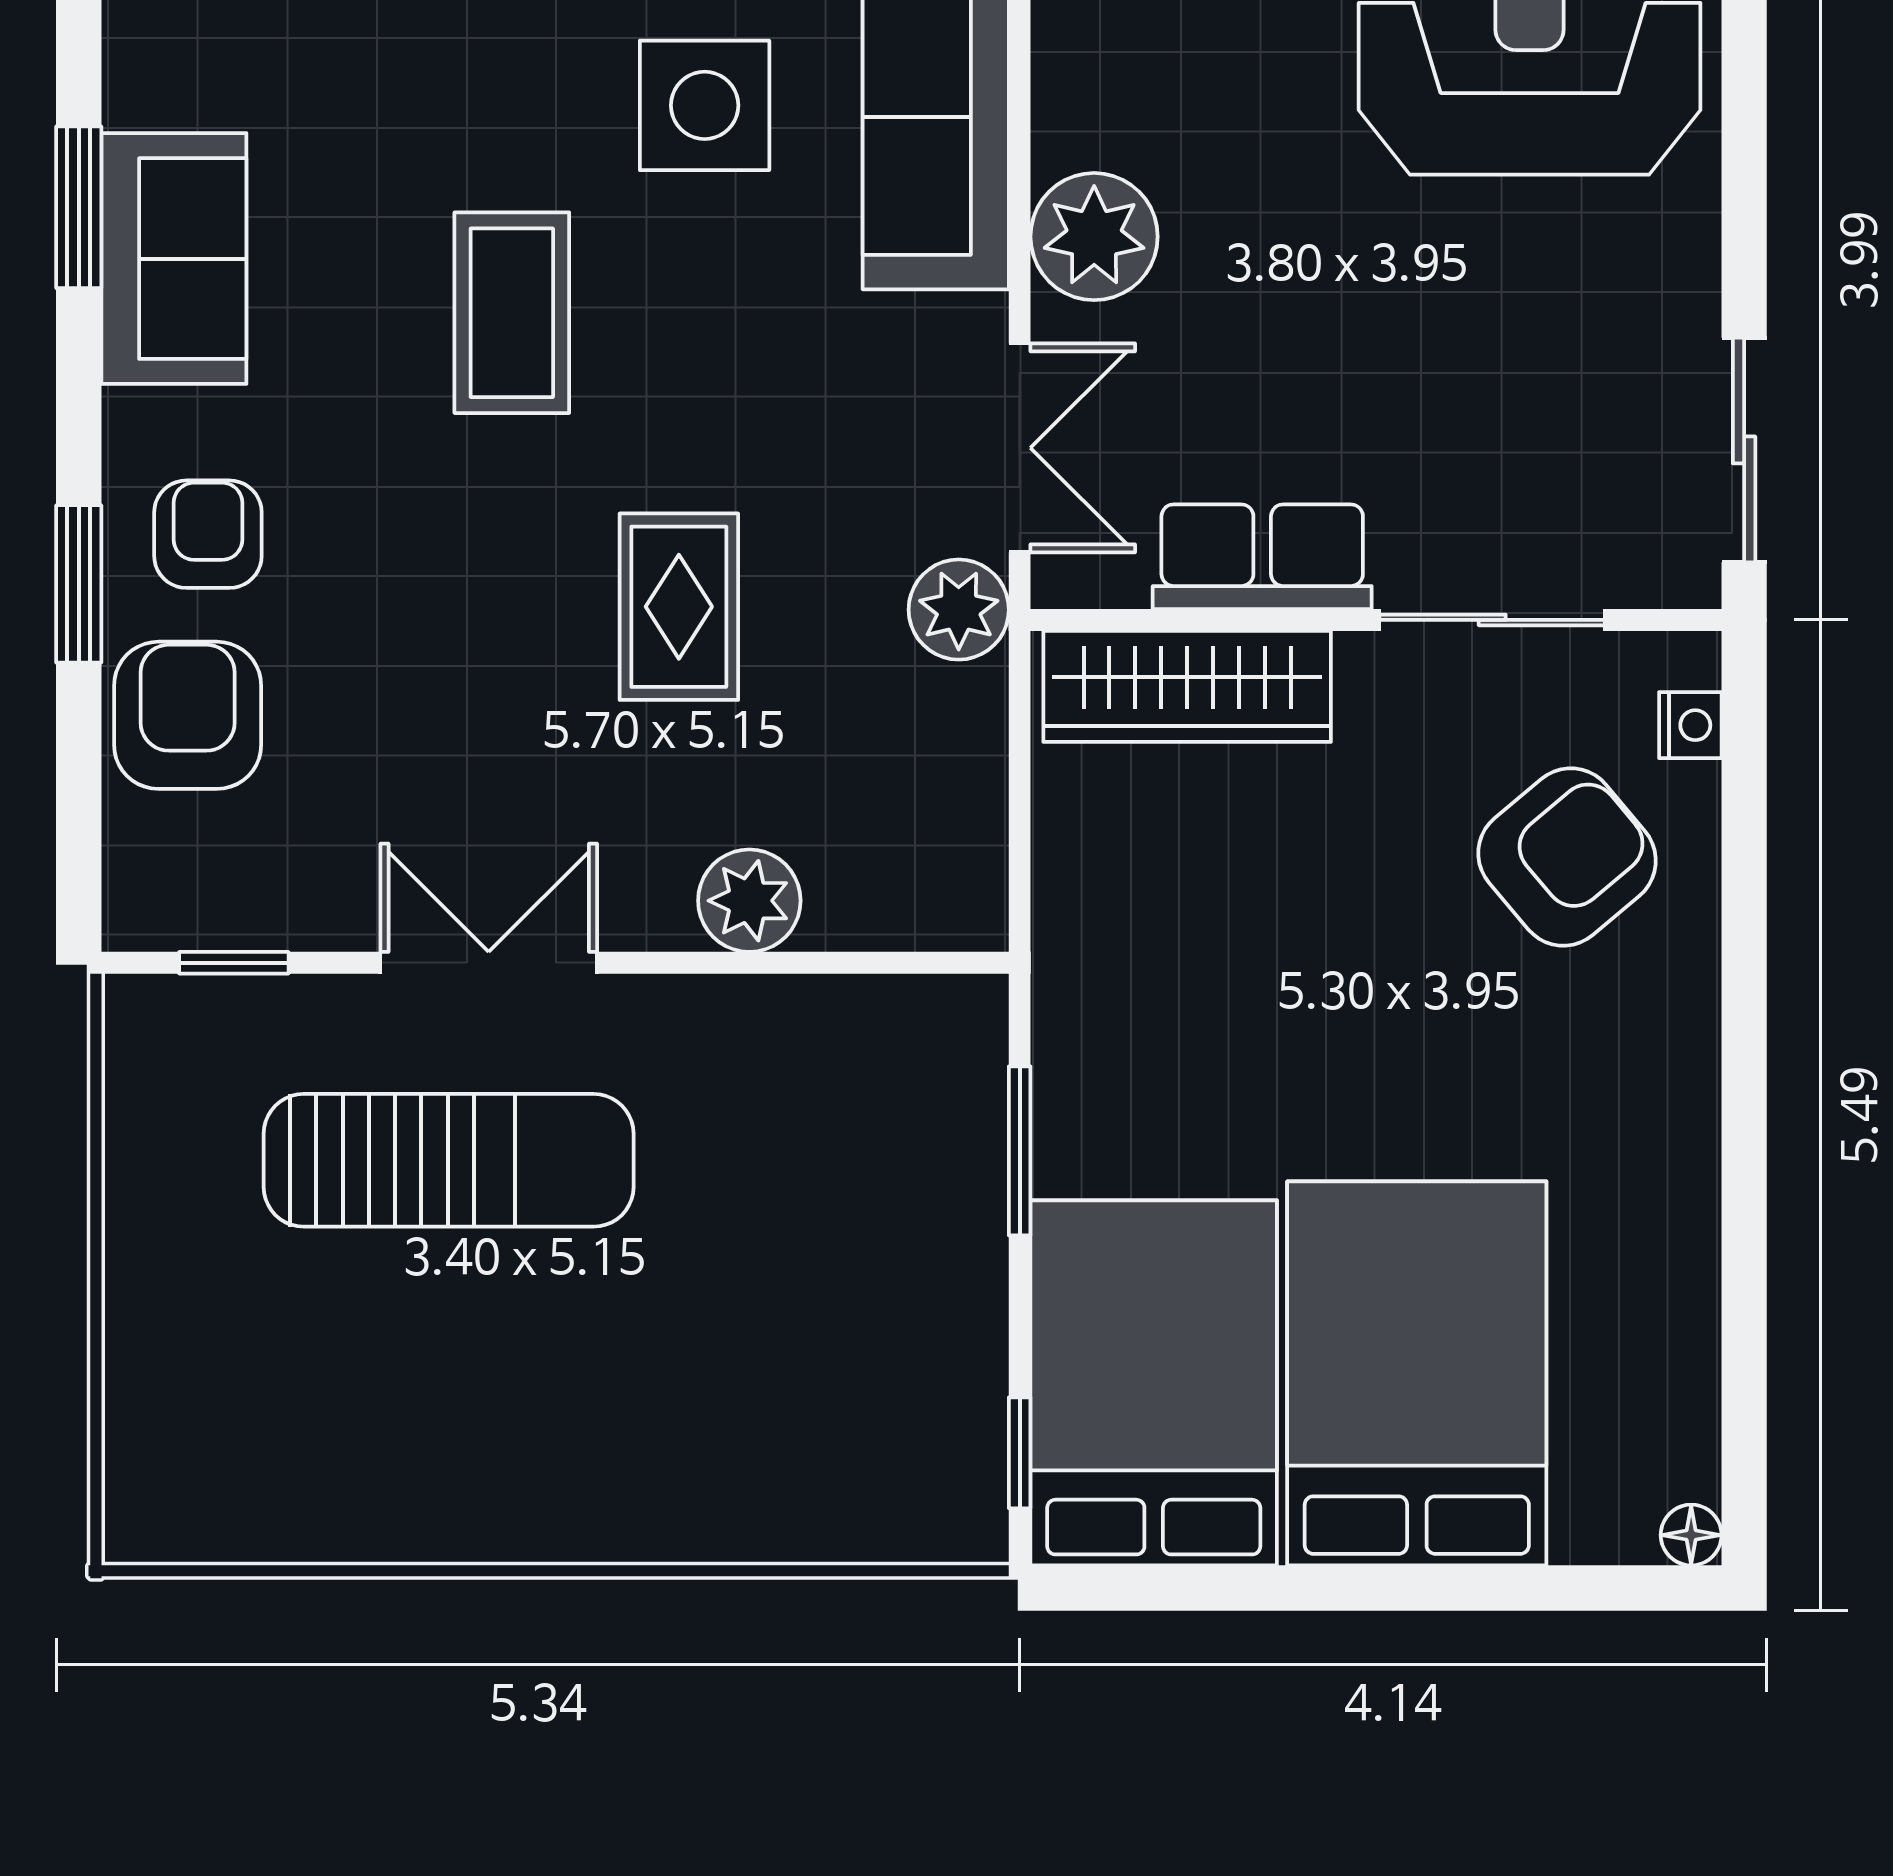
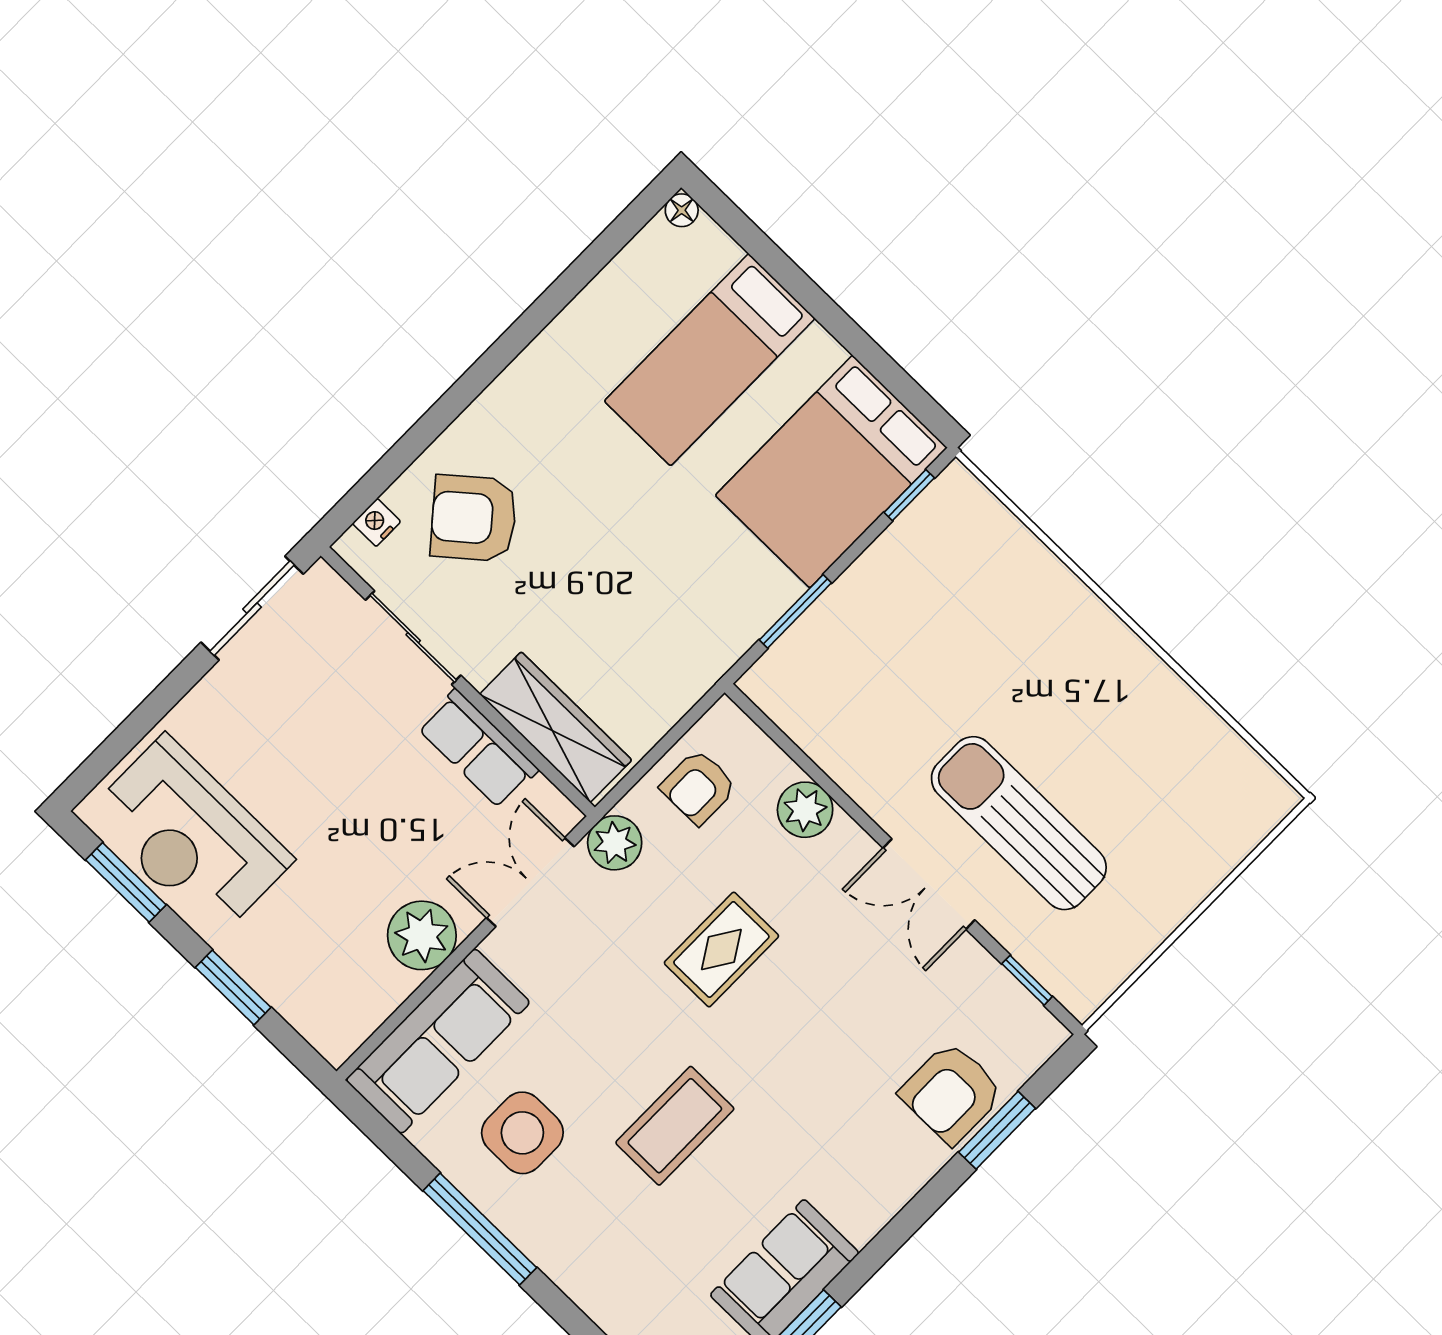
armchair: (208, 534) -> (698, 787), moved
window: (79, 584) -> (997, 1130), moved
bed: (1417, 1373) -> (710, 360), width x0.67

